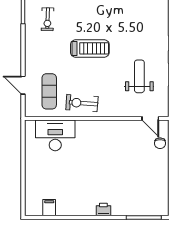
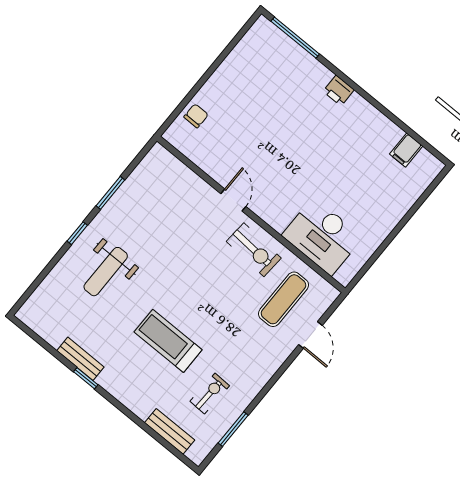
treadmill: (90, 48) -> (168, 341), moved
weight bench: (139, 76) -> (106, 272), moved
door: (150, 118) -> (233, 200), moved

